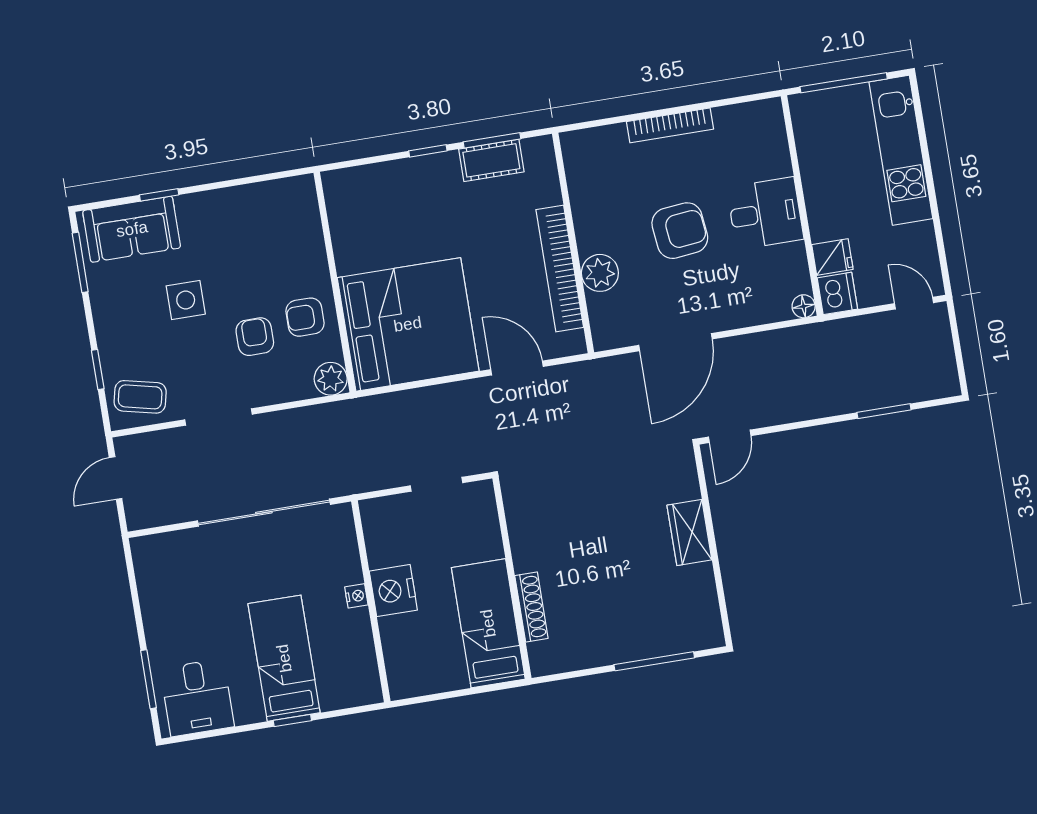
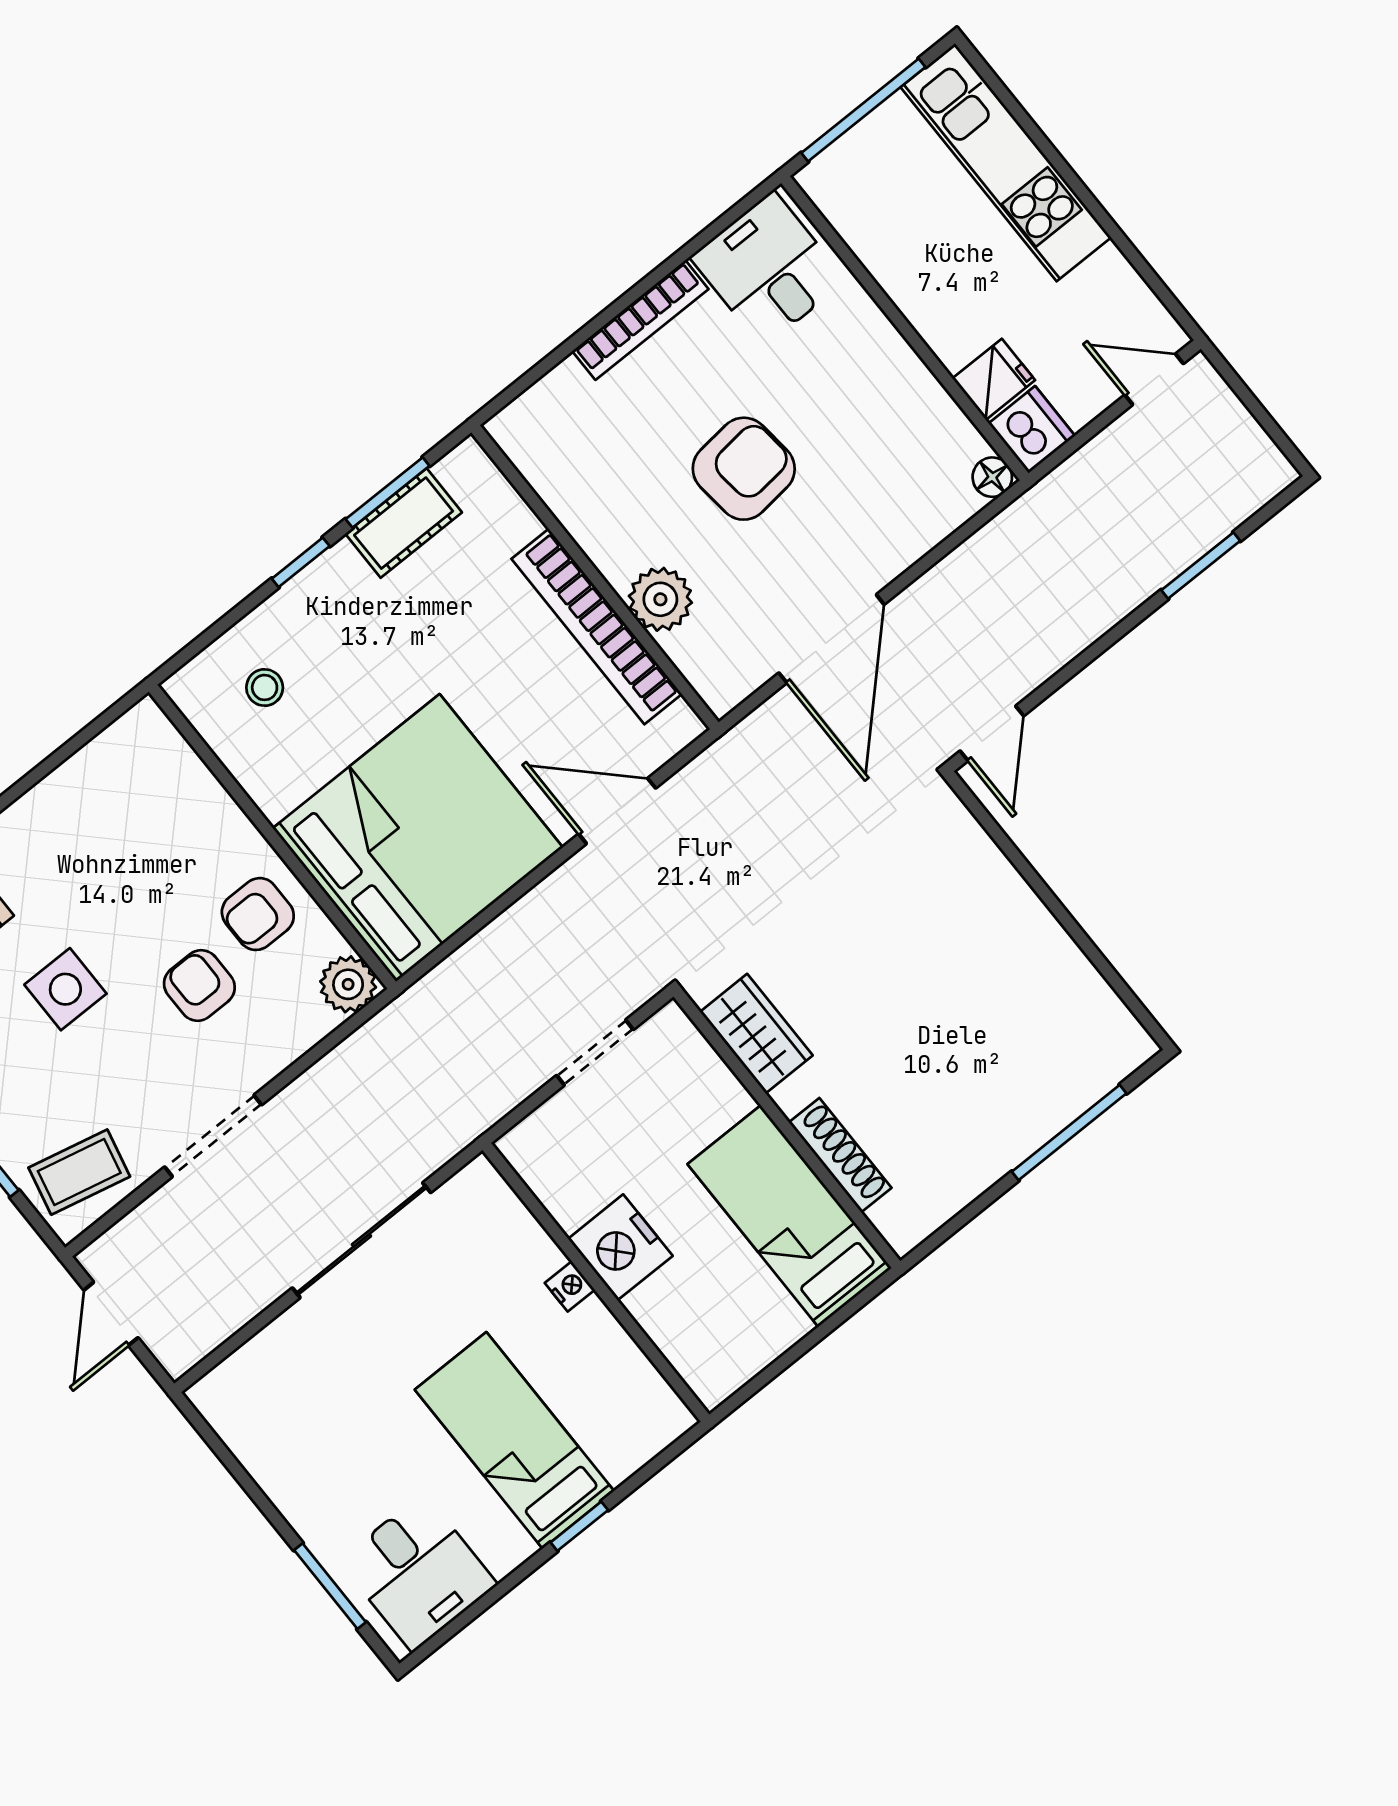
stool: (374, 204) -> (265, 687), added
desk: (765, 213) -> (768, 269), moved, turned -90
sliding door: (264, 513) -> (361, 1240), width x0.73
wardrobe: (689, 533) -> (756, 1034), moved, turned 180

